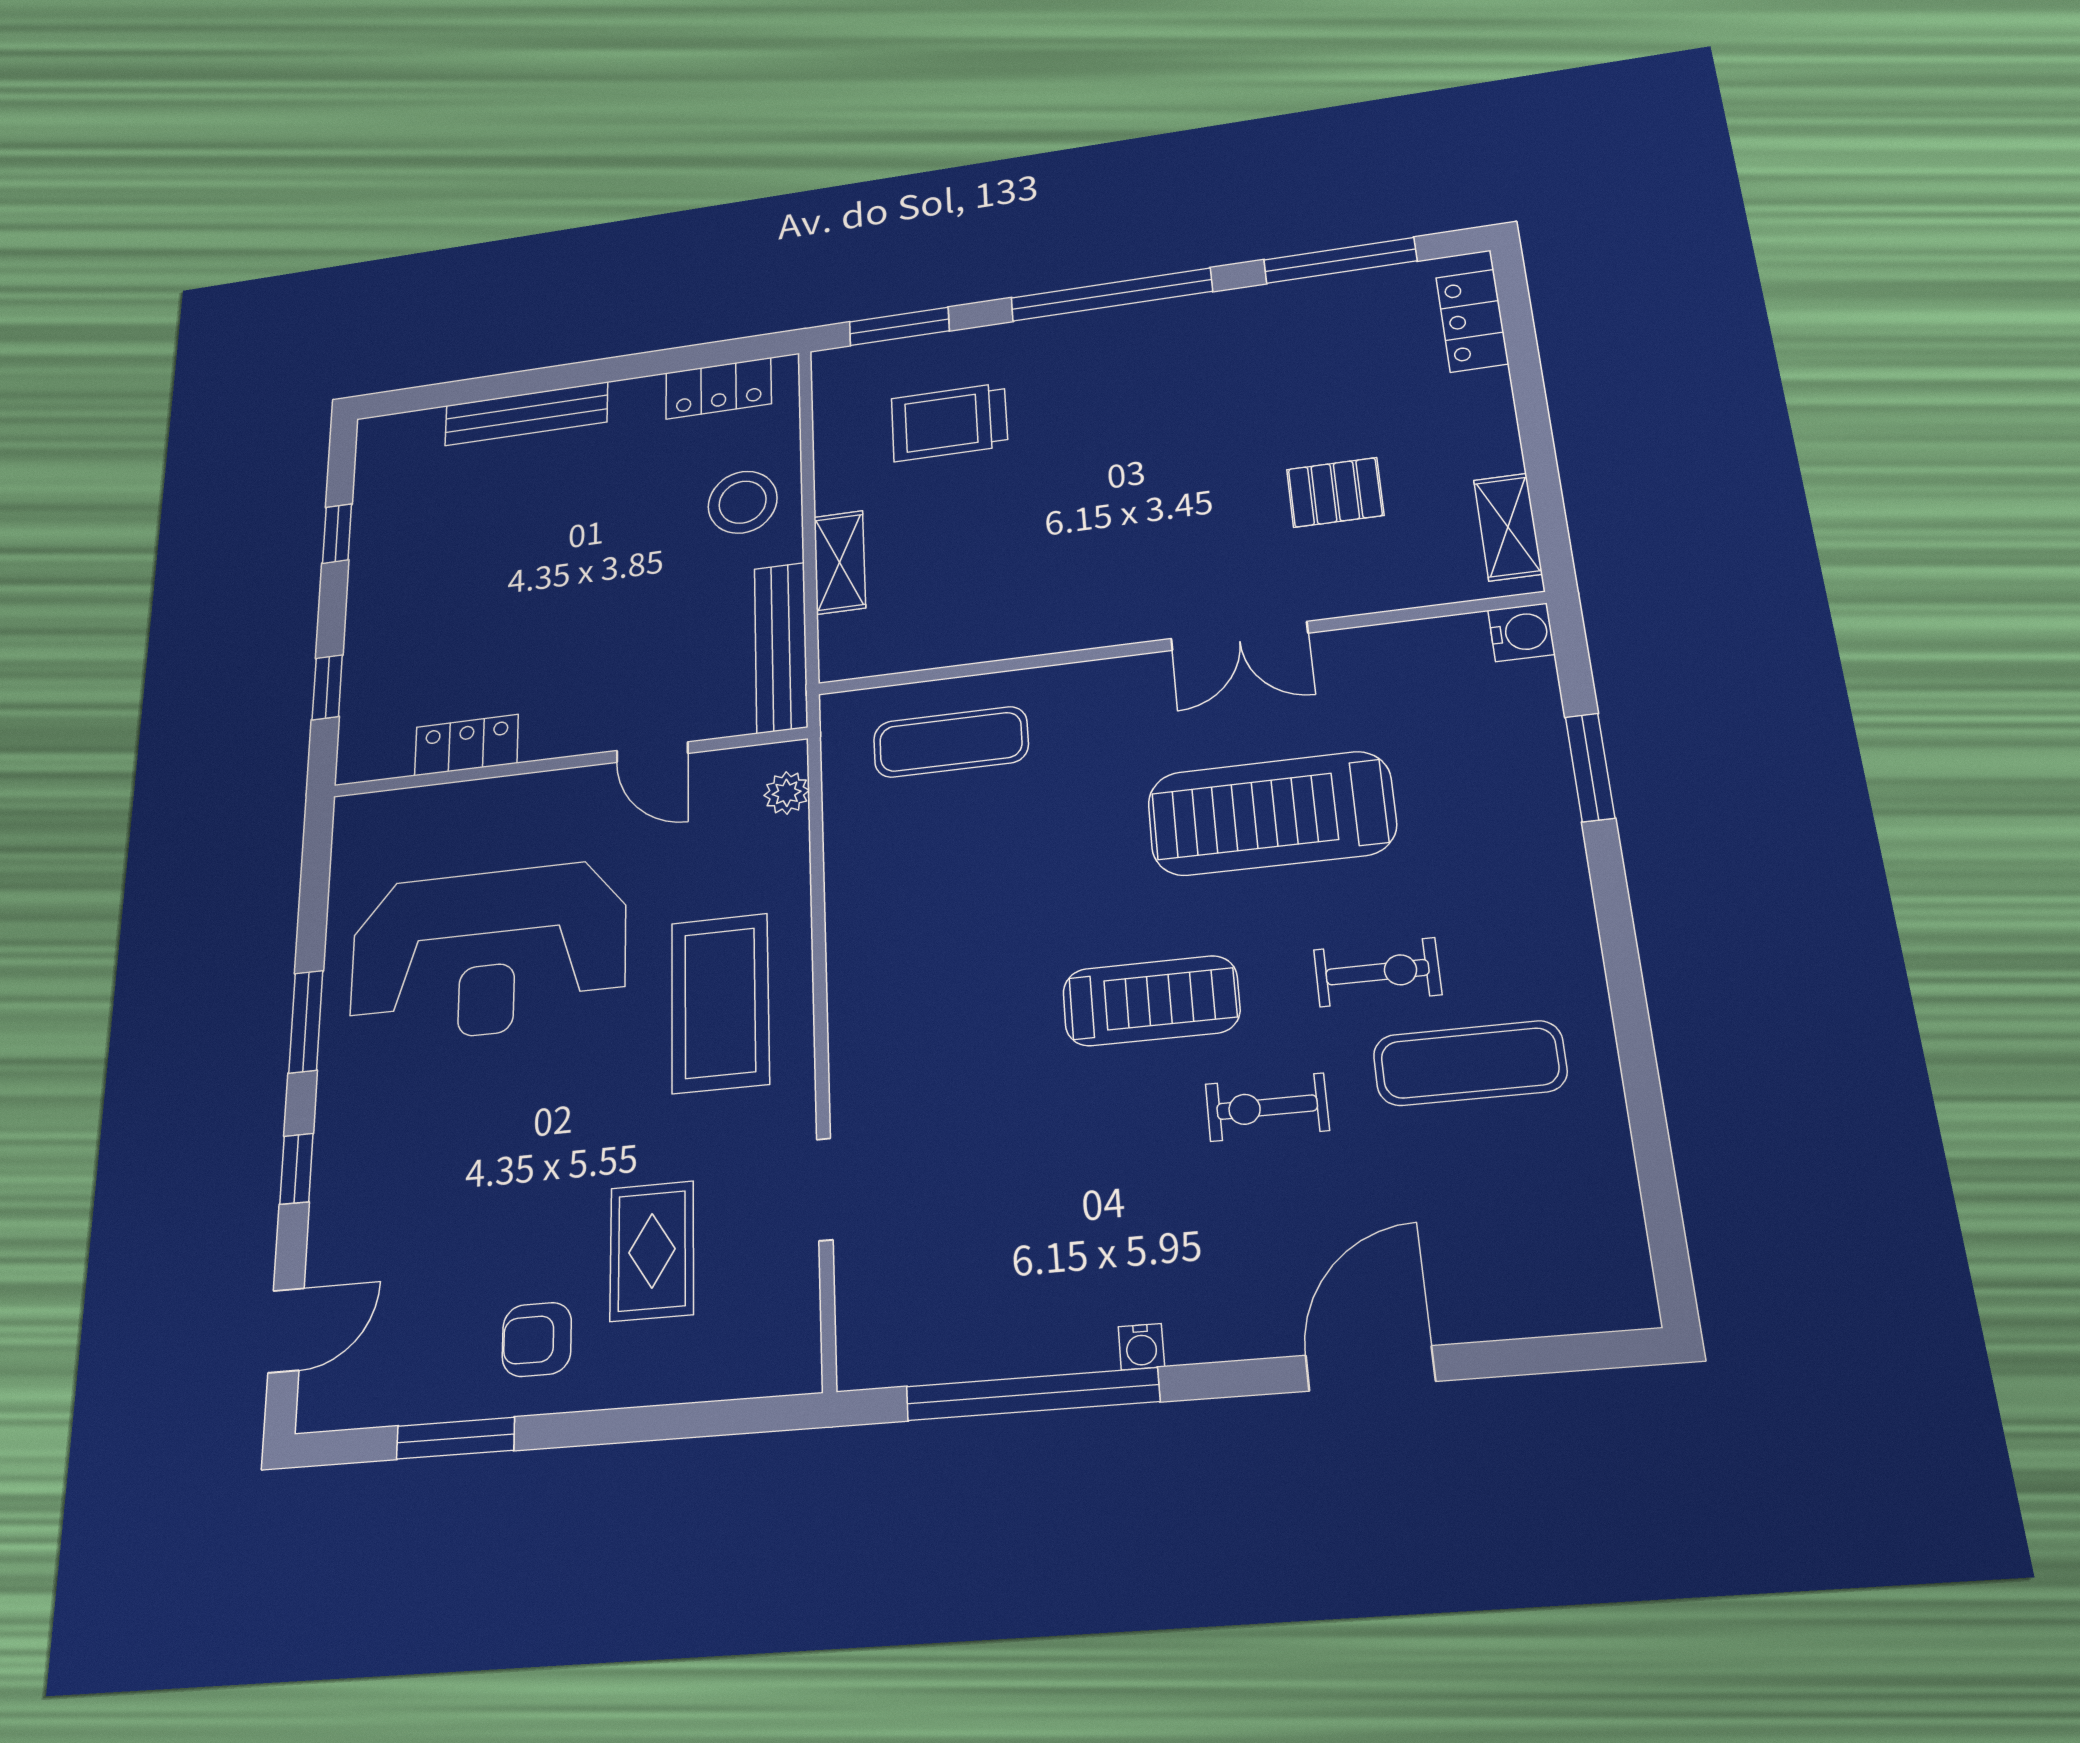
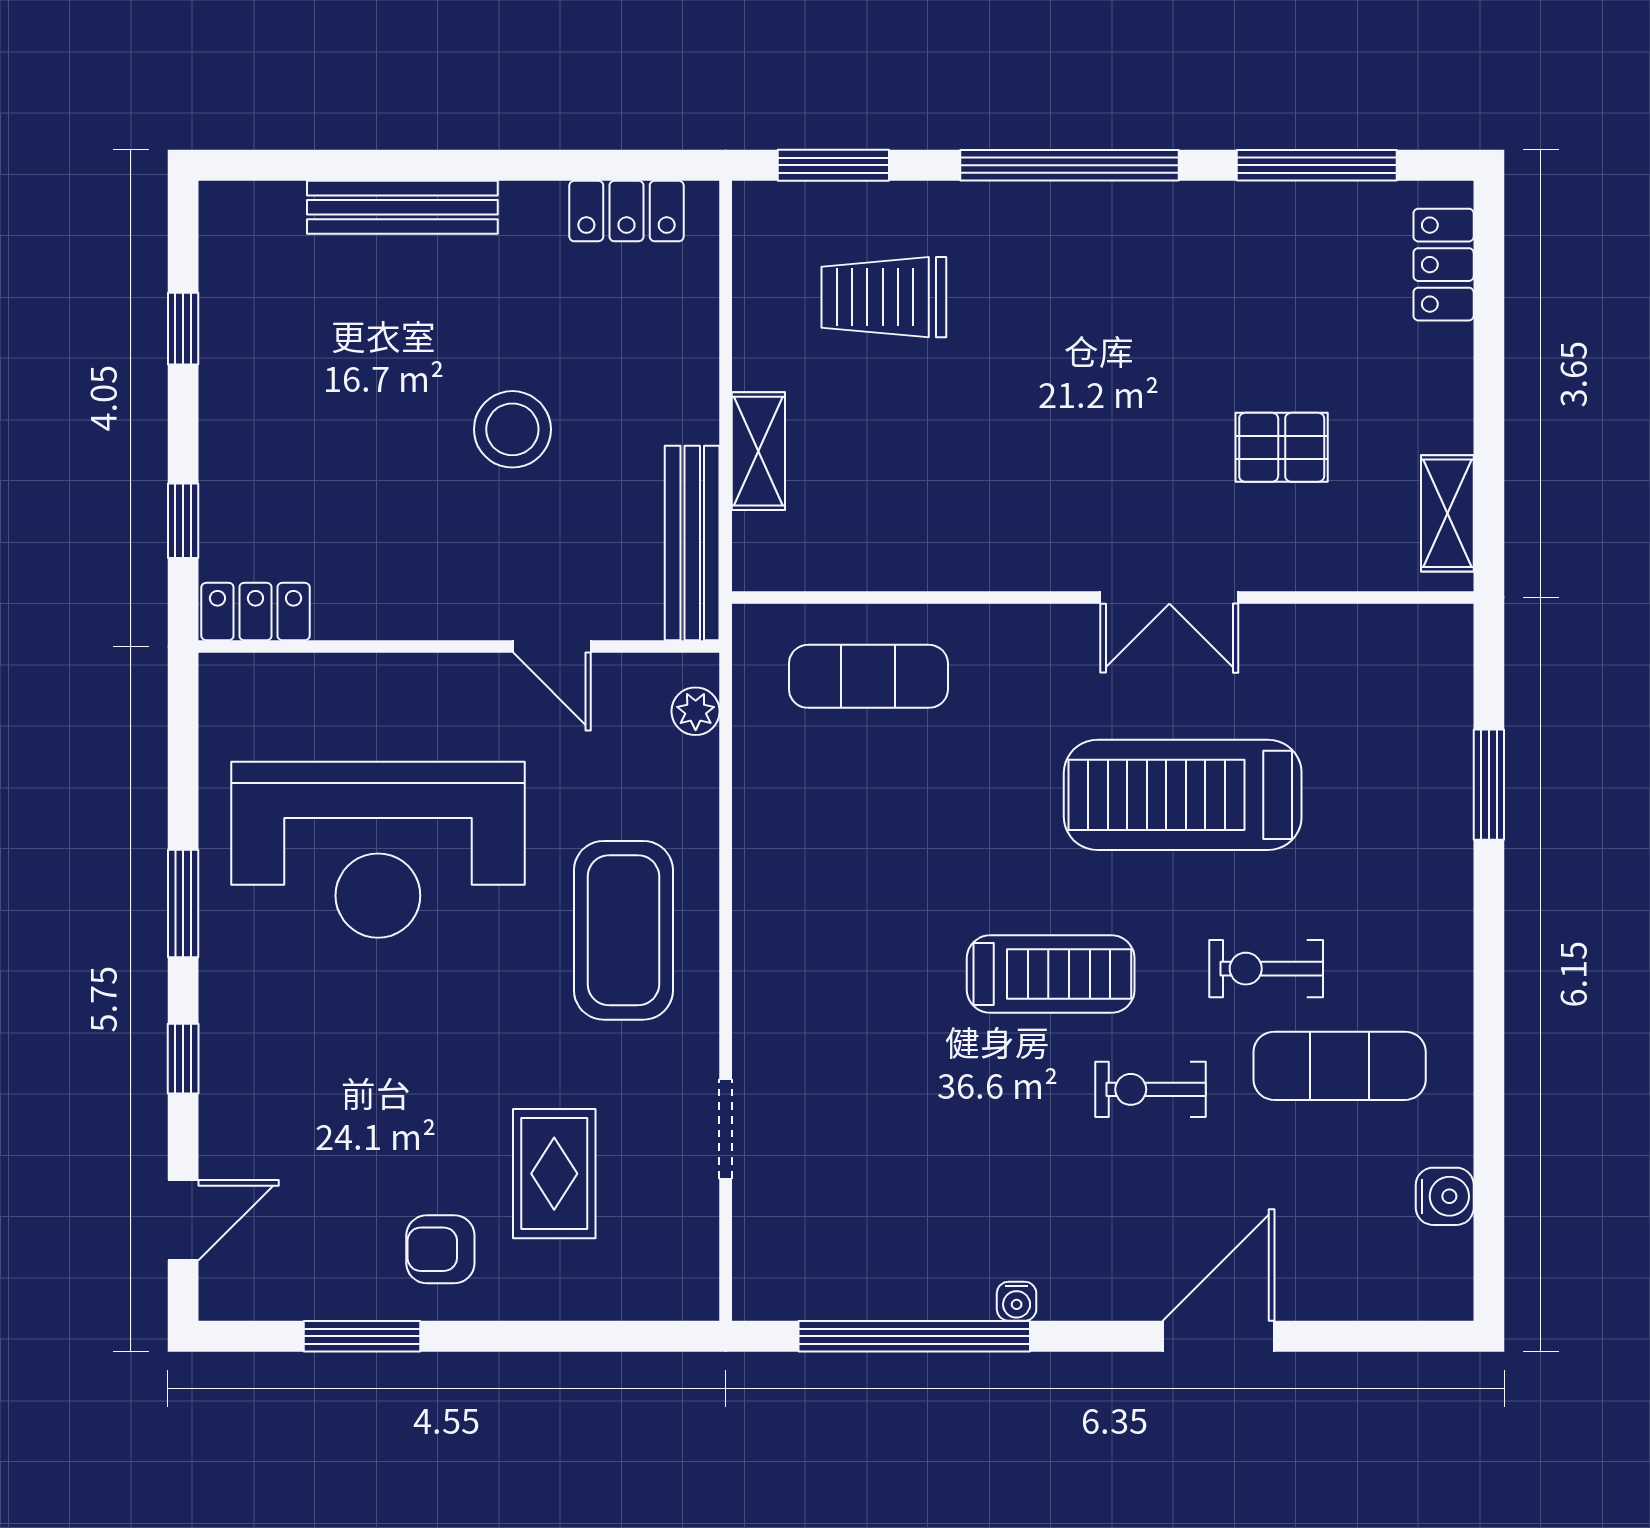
stool: (743, 502) -> (512, 429), moved
water cooler: (1521, 632) -> (1445, 1196), moved
locker: (466, 745) -> (255, 612), moved
exercise bike: (1377, 972) -> (1266, 969), turned 180

